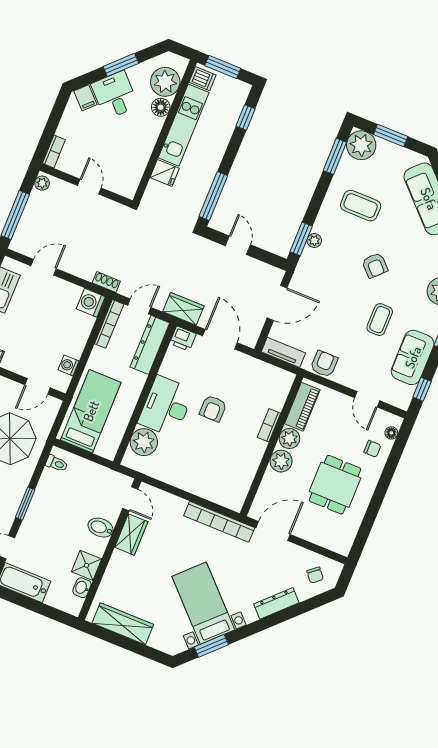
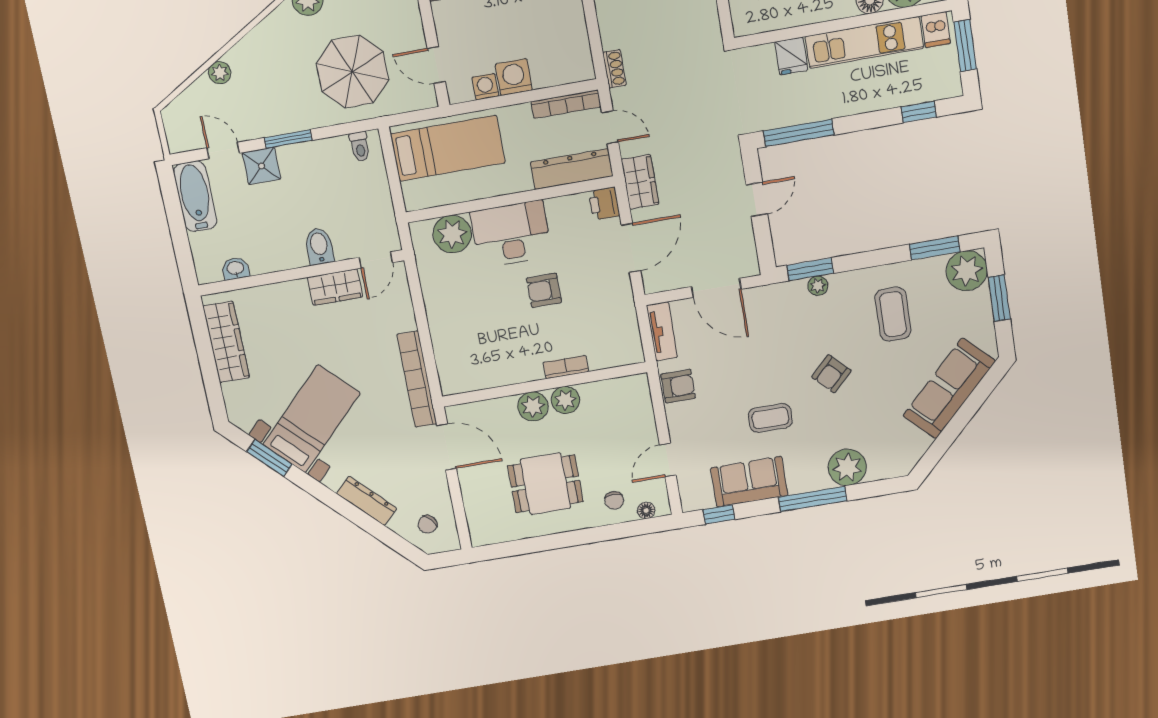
washing machine: (91, 303) -> (514, 77), moved
piano: (302, 407) -> (612, 392), removed
shower: (86, 565) -> (261, 166), moved

